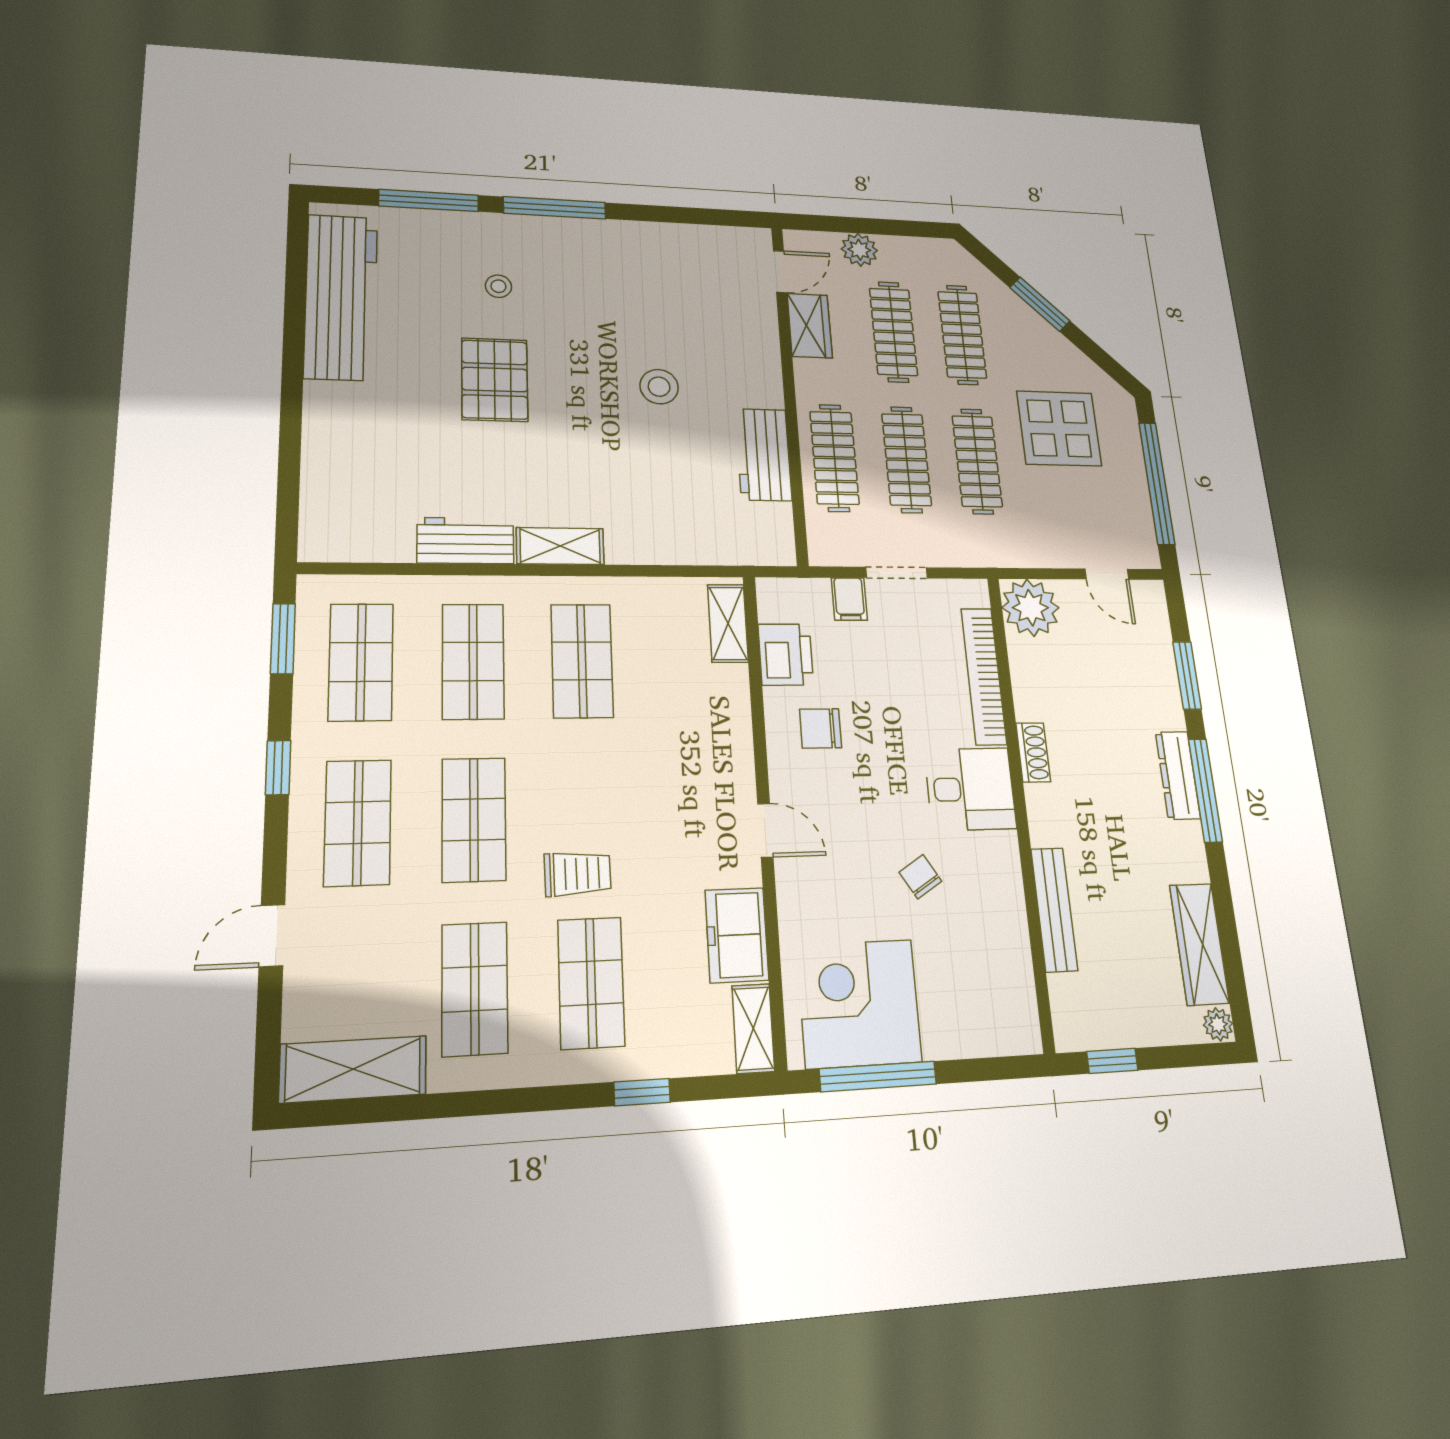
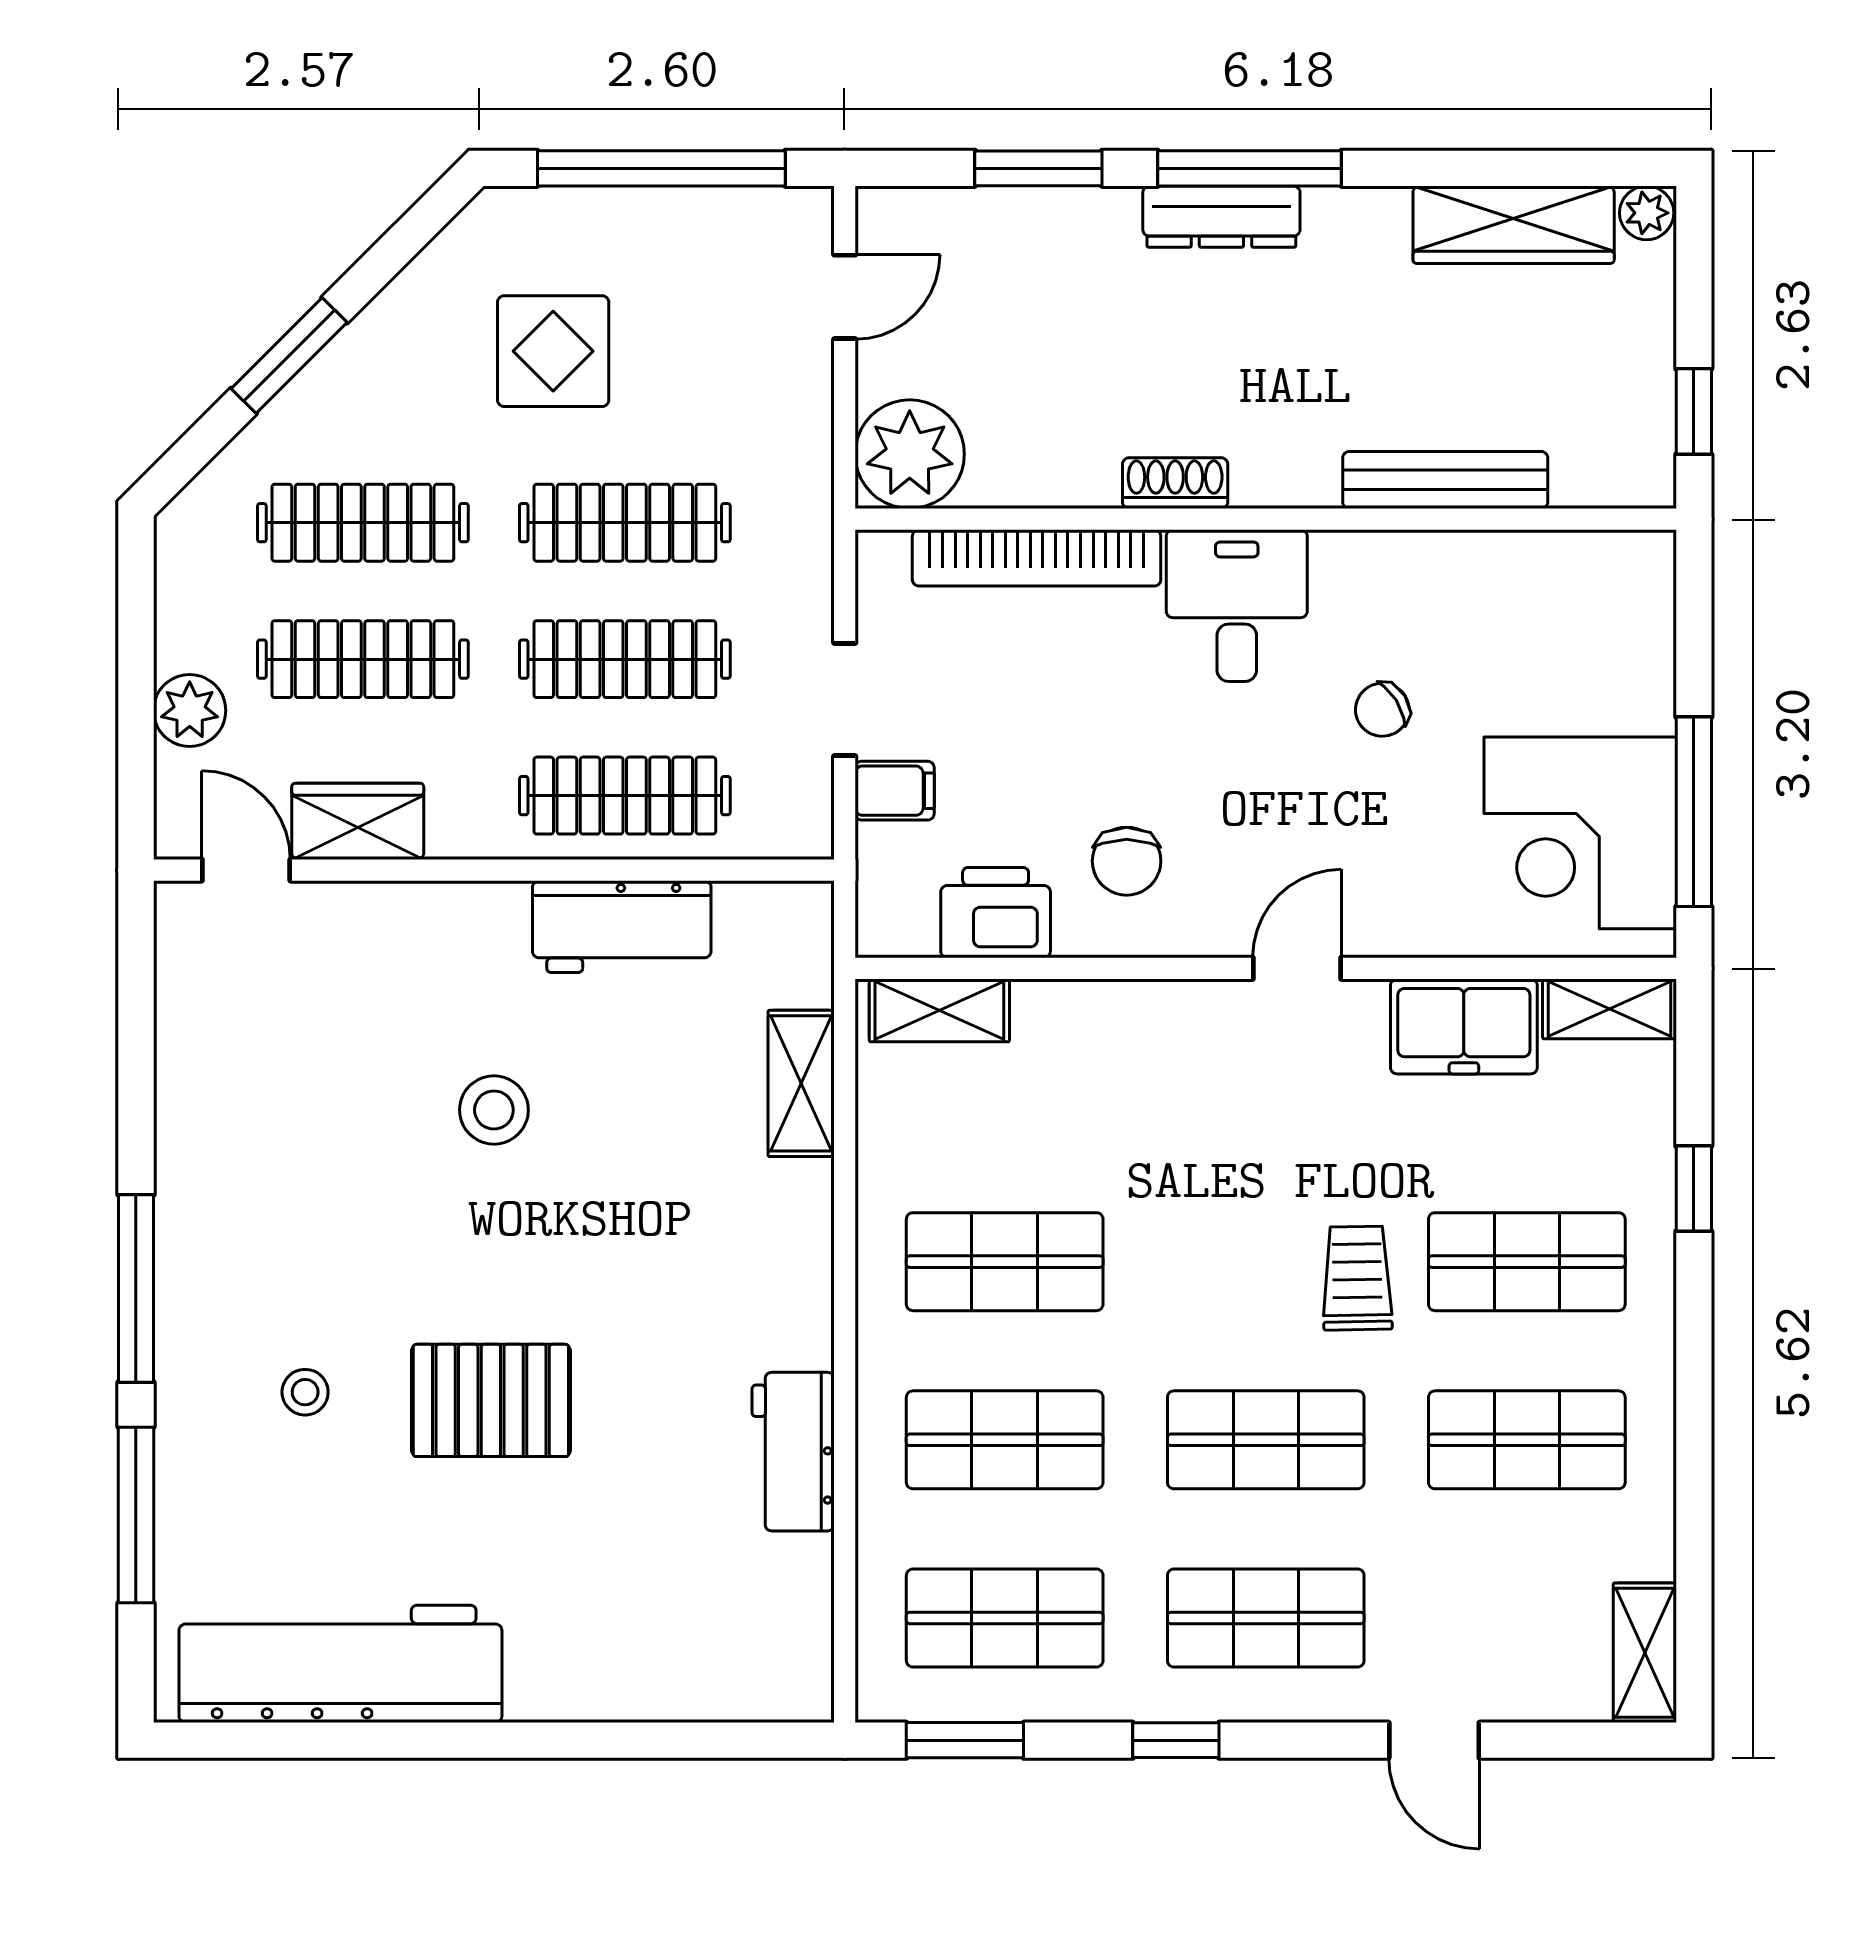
display table: (1059, 428) -> (553, 351), width x0.73, depth x0.73
shelving: (560, 546) -> (801, 1083), moved
shelving: (353, 1069) -> (1645, 1653), width x0.67, depth x0.75

